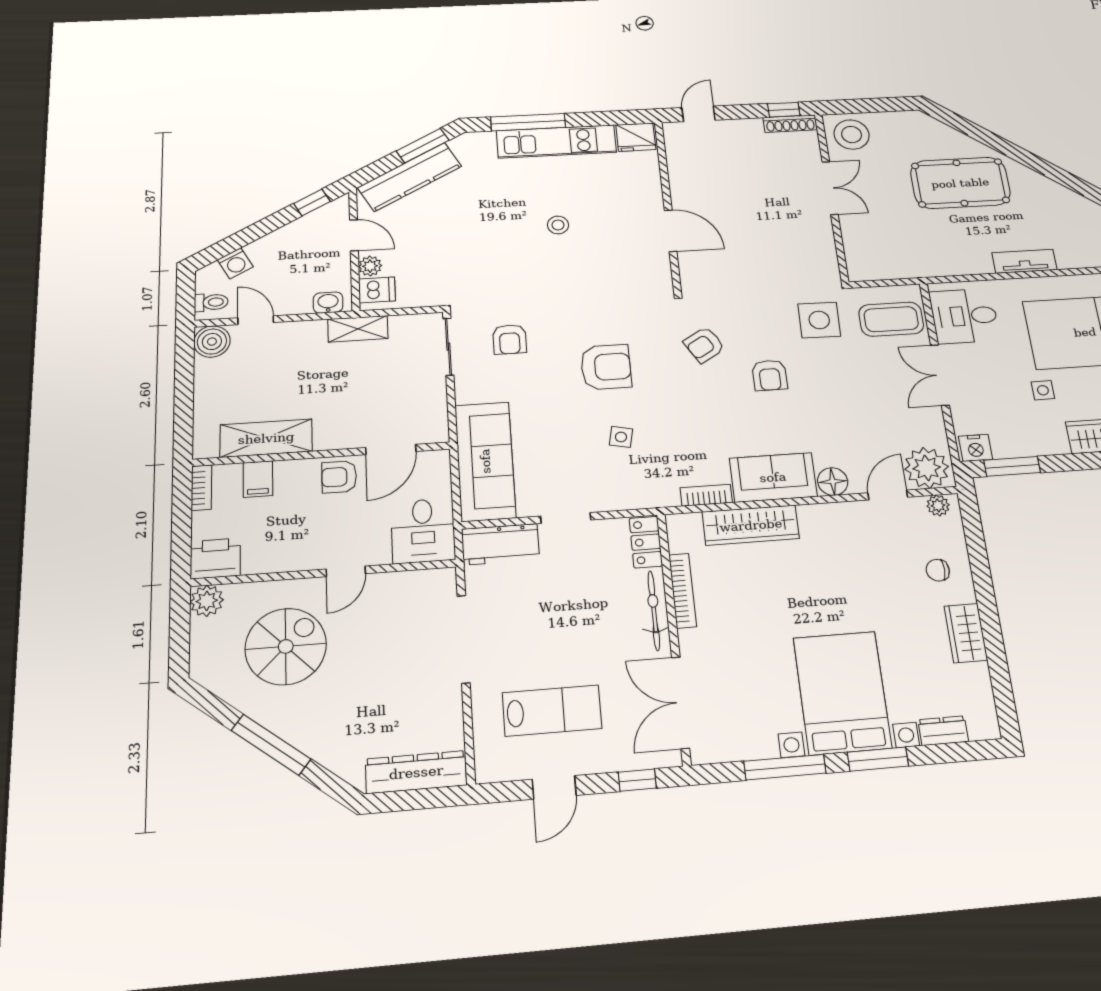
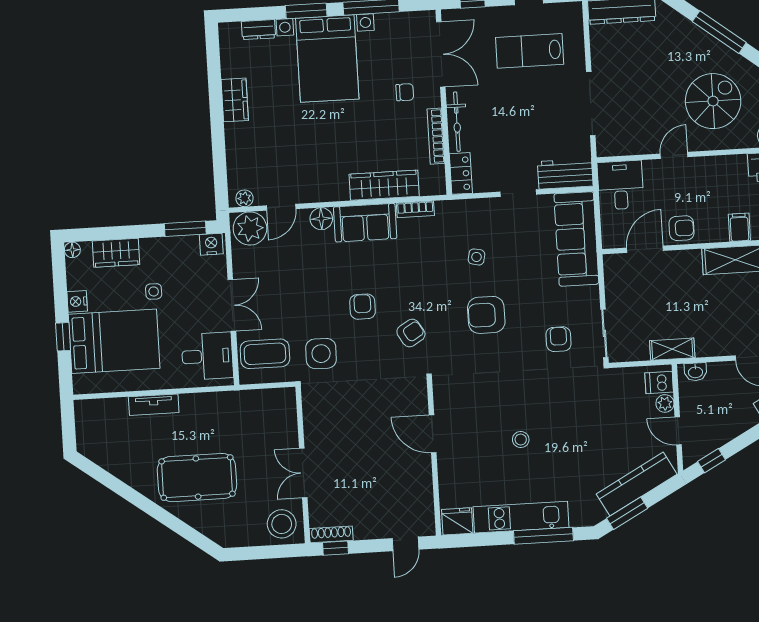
chair: (938, 570) -> (405, 92), moved
spiral stairs: (286, 646) -> (713, 101), turned 180

